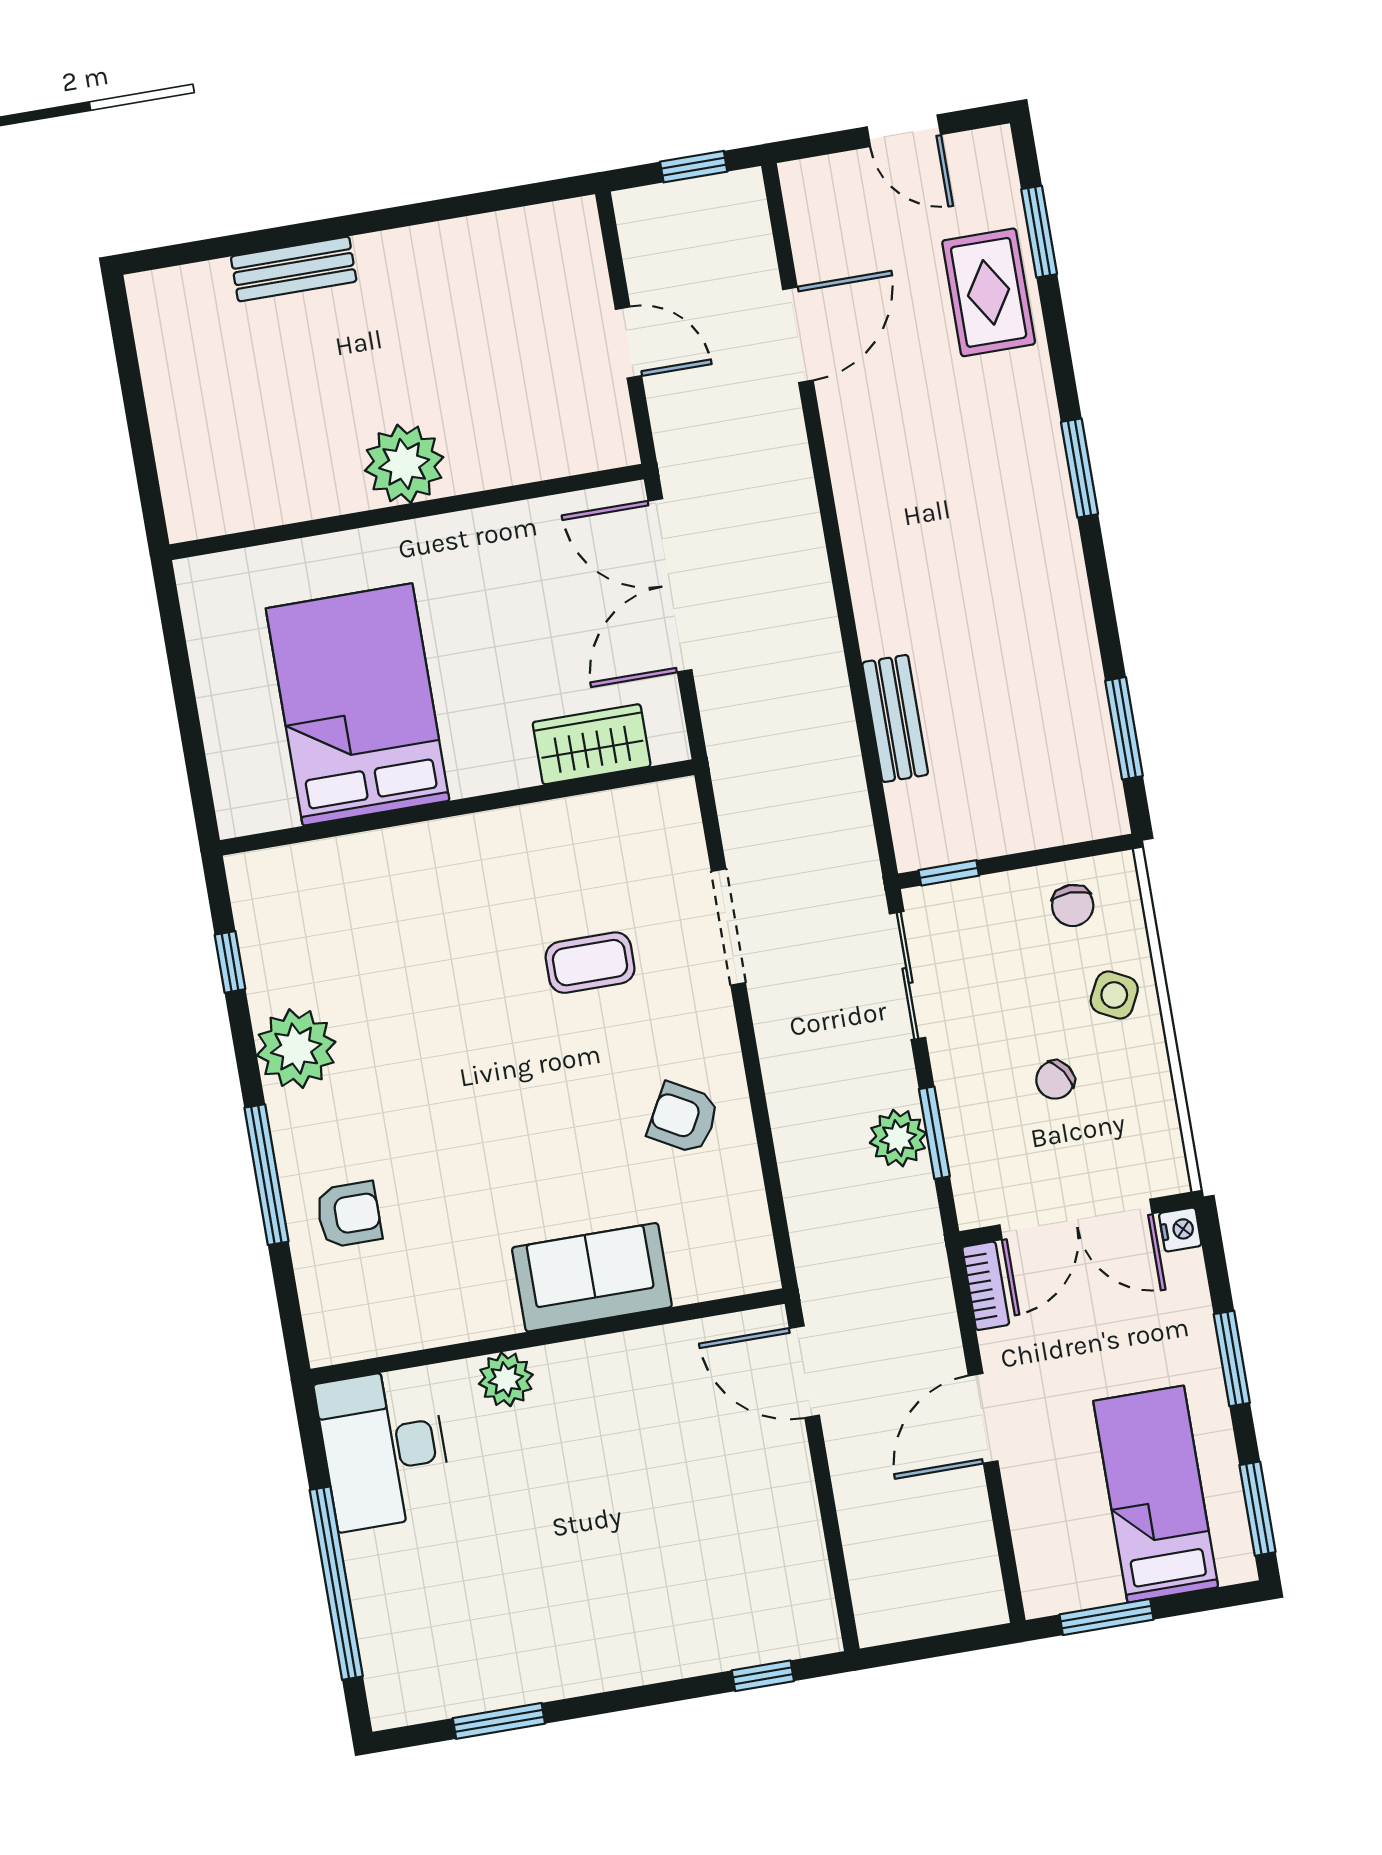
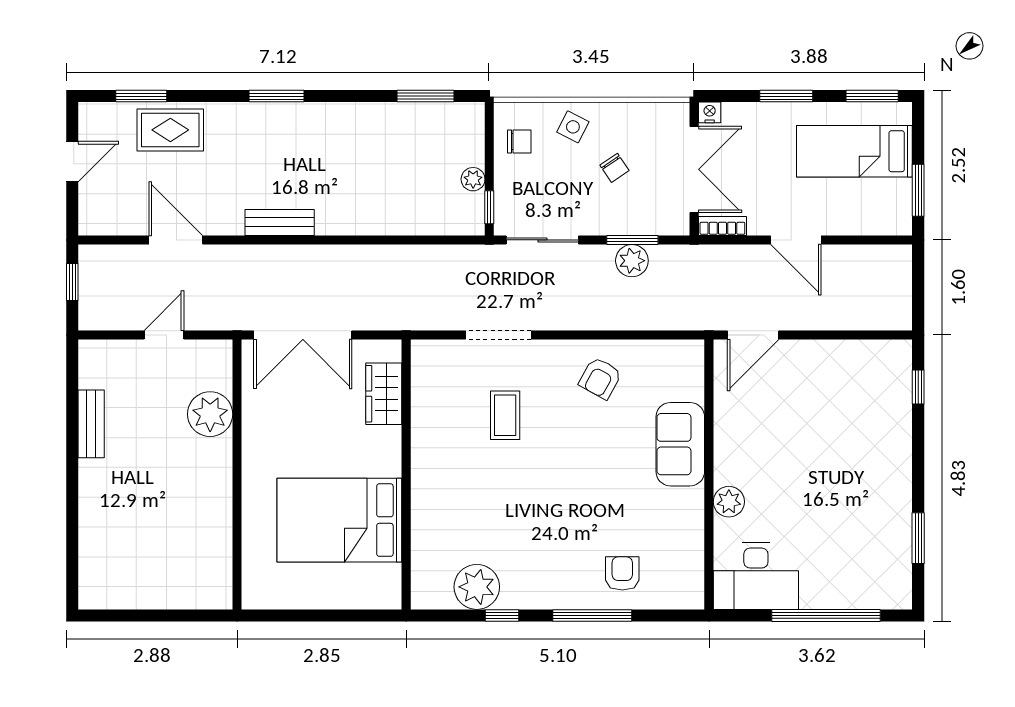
bench: (294, 269) -> (91, 424), moved
plant: (404, 464) -> (210, 414), moved
bench: (895, 718) -> (280, 222), moved
plant: (993, 836) -> (473, 179), added
window: (230, 962) -> (502, 615), moved
plant: (296, 1049) -> (477, 587), moved

